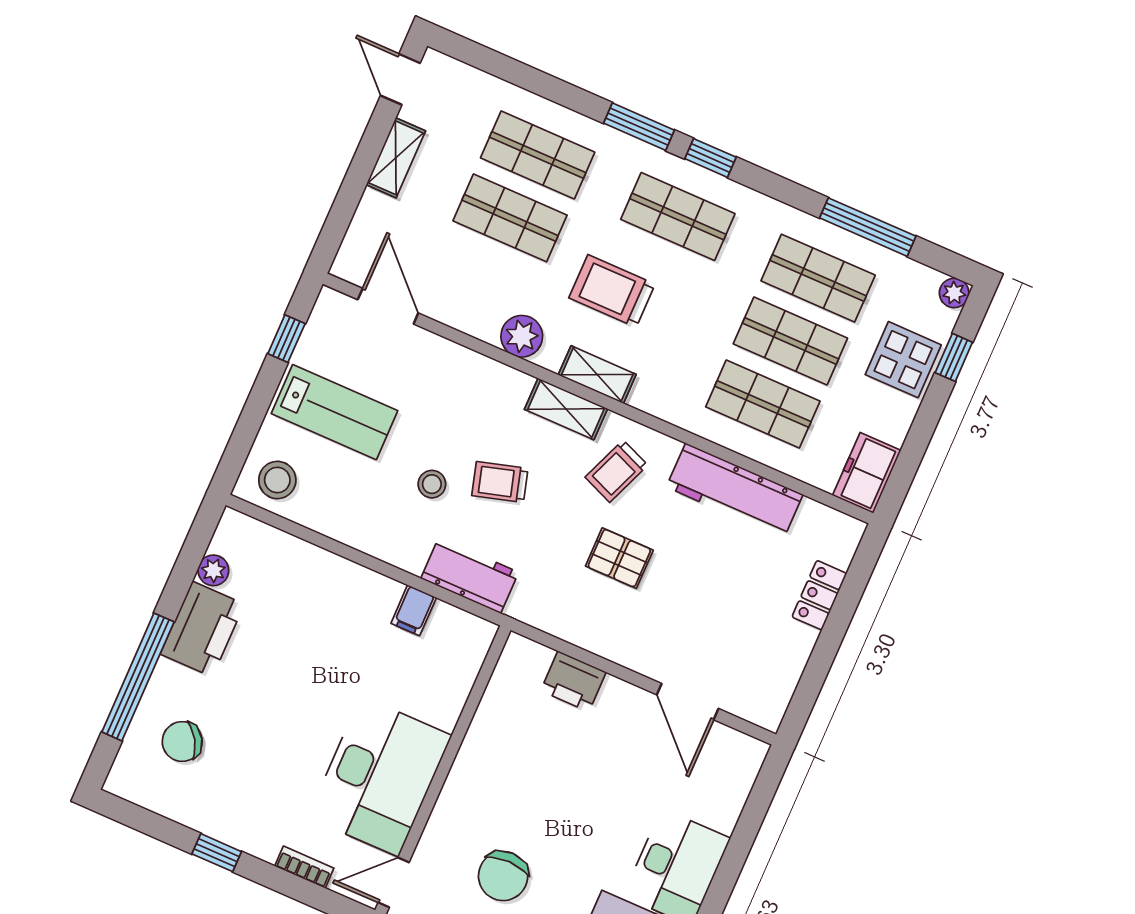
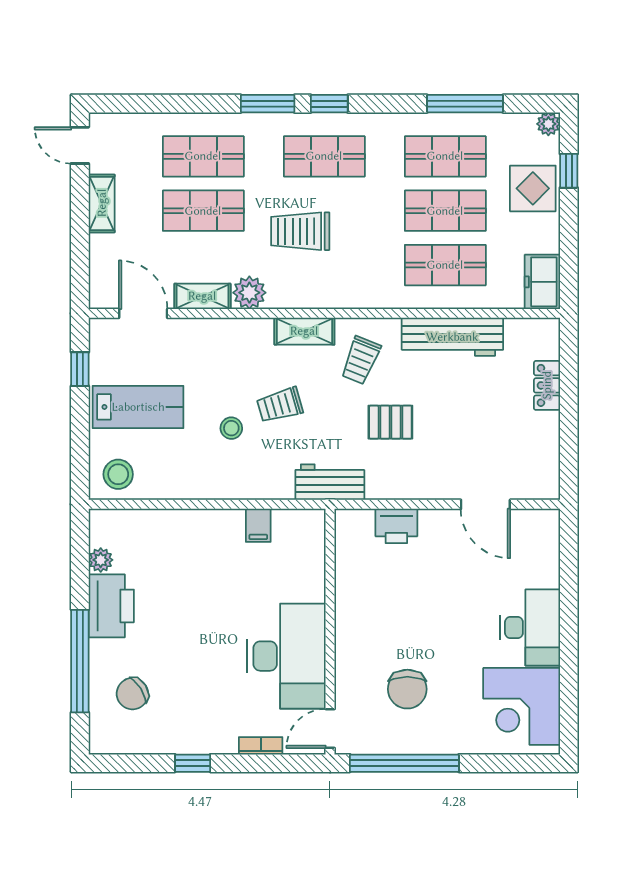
shelving: (597, 375) -> (202, 296), moved
workbench: (470, 575) -> (330, 482), moved

